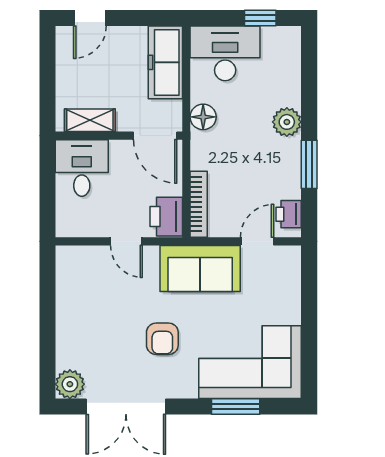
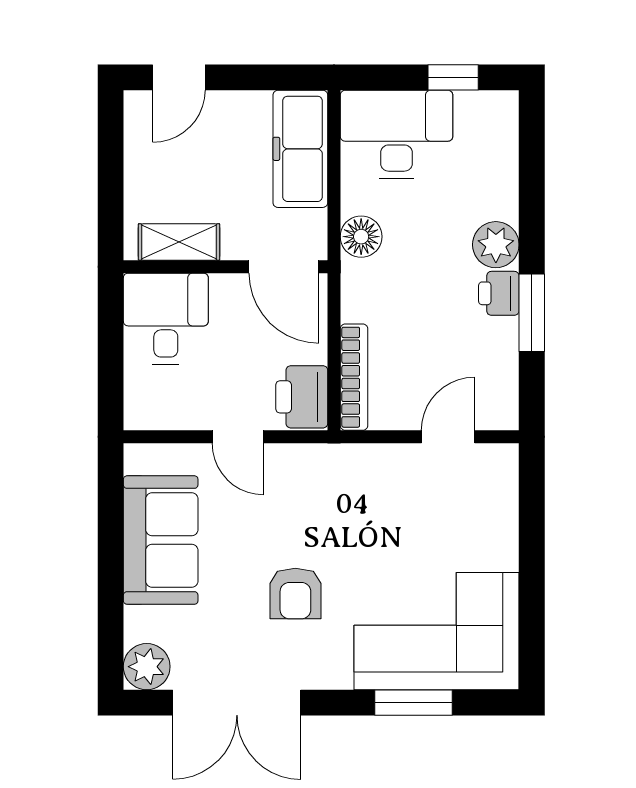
printer: (289, 214) -> (499, 293), moved
sofa: (200, 268) -> (161, 540), moved, turned -90

